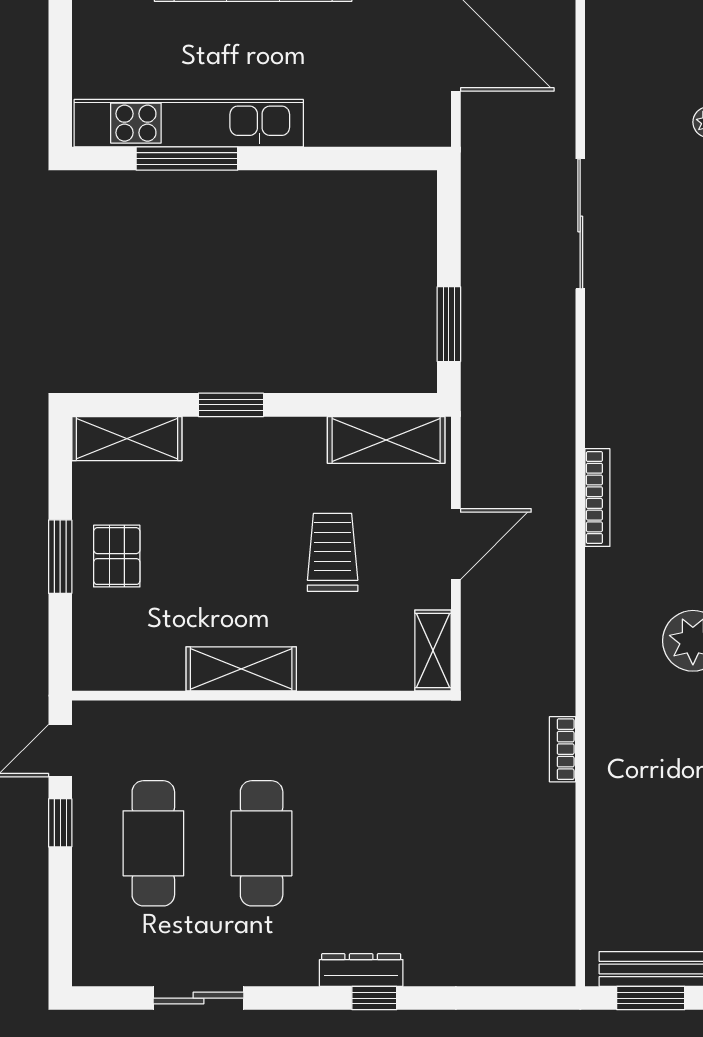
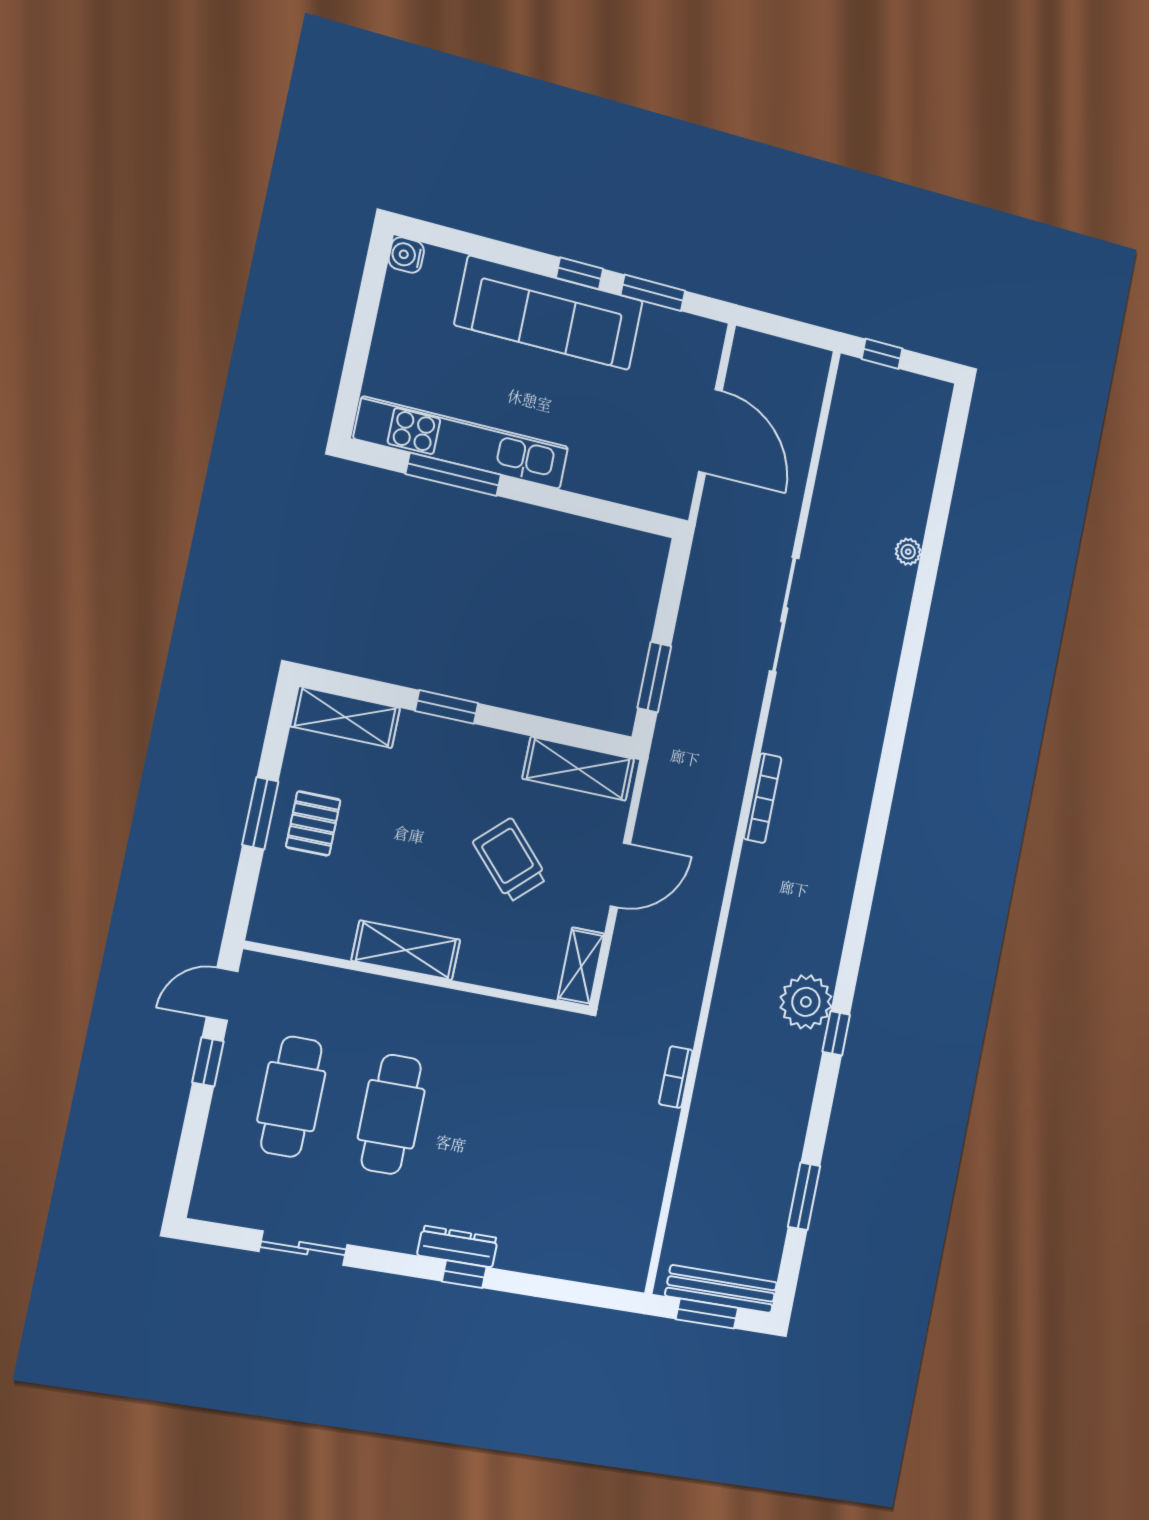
bookcase: (597, 498) -> (763, 798), moved
trolley: (333, 552) -> (510, 860), turned -43

